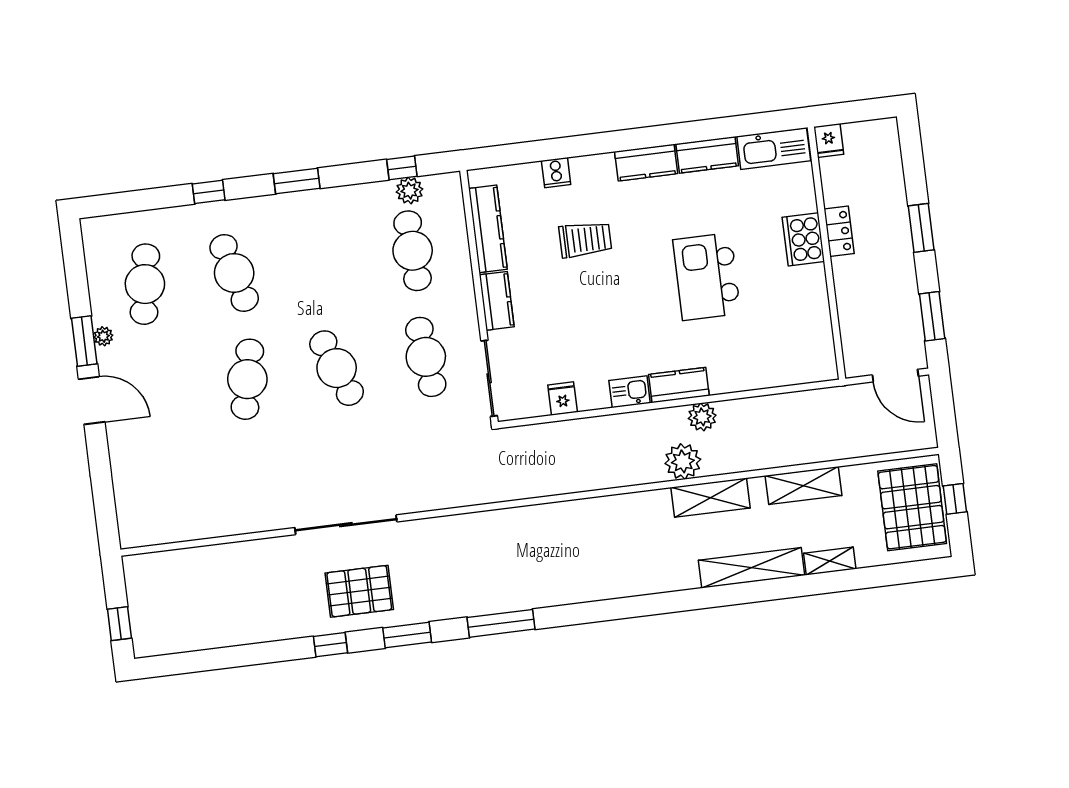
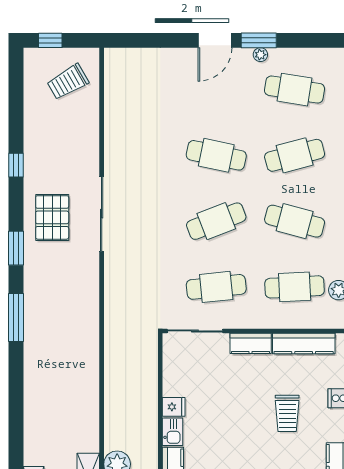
cafe table: (323, 262) -> (295, 221), added
fridge: (563, 399) -> (174, 407), moved
trolley: (173, 593) -> (68, 82), added
window: (330, 645) -> (16, 165), moved

